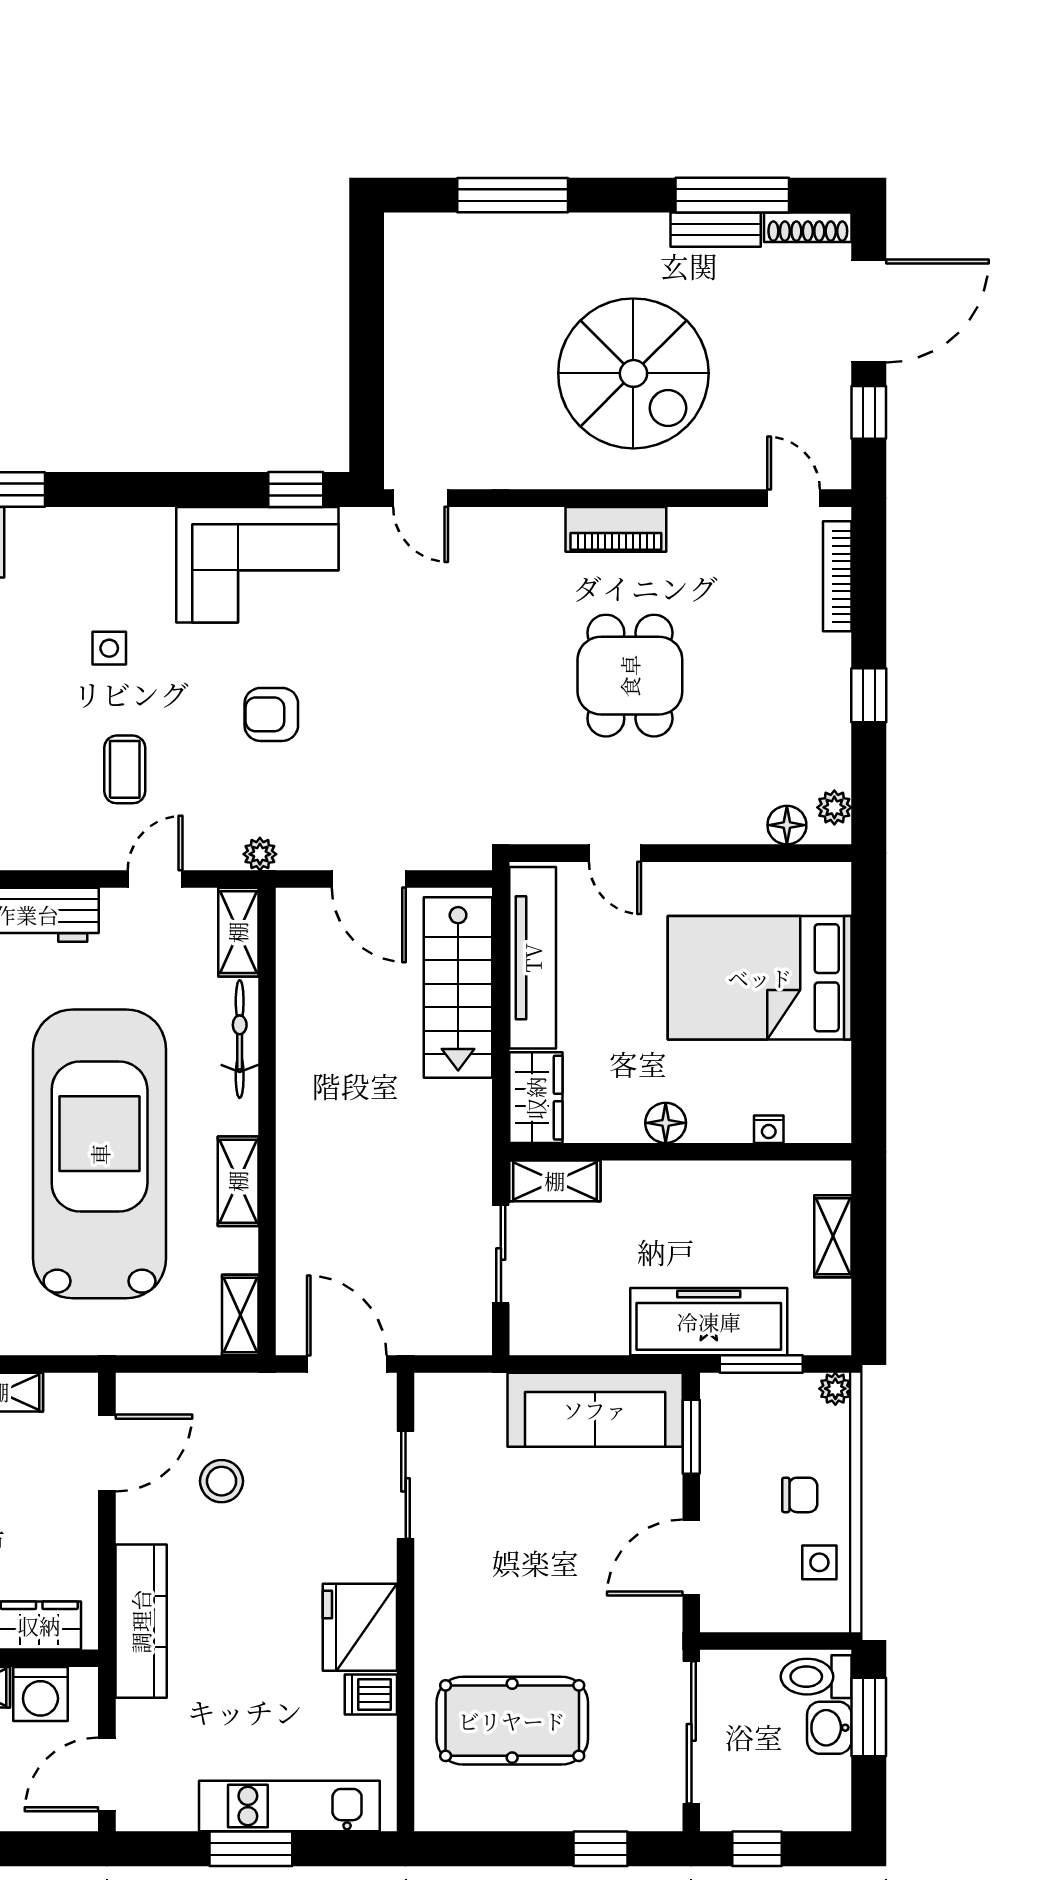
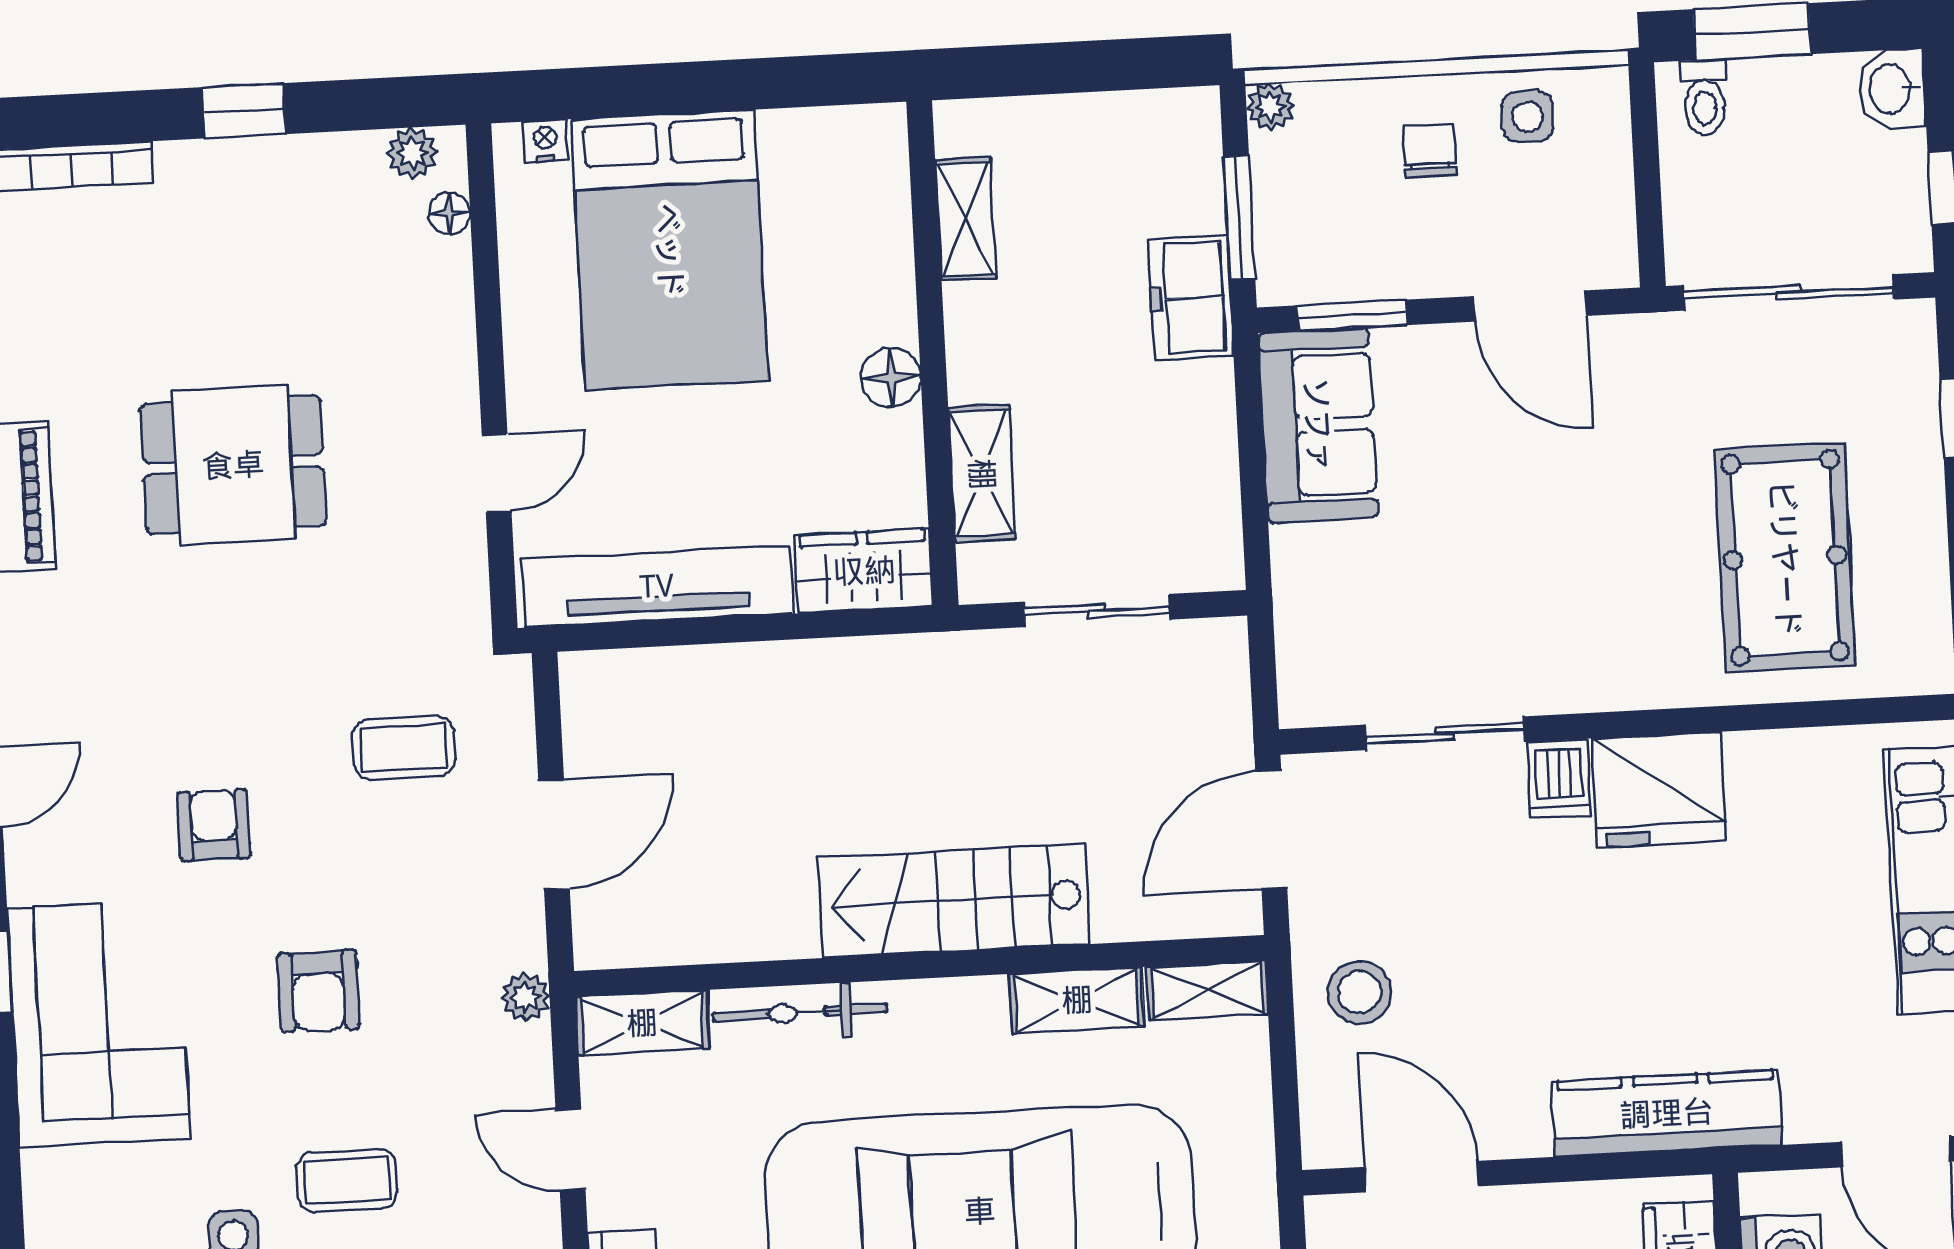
armchair: (387, 650) -> (214, 825), added
coffee table: (125, 769) -> (347, 1180), moved
coffee table: (433, 781) -> (404, 748), added
floor lamp: (787, 825) -> (449, 213), width x0.73, depth x0.73
stairs: (458, 987) -> (954, 901), moved, turned 180
nightstand: (769, 1129) -> (545, 141), moved, turned -90
shelving: (238, 1181) -> (1077, 1000), moved
shelving: (555, 1181) -> (982, 474), moved
shelving: (833, 1236) -> (966, 219), moved, turned 90
freezer: (709, 1322) -> (1191, 298), width x0.52, depth x0.79
sofa: (595, 1410) -> (1318, 425), width x0.73
stool: (222, 1481) -> (1359, 992), moved
toilet: (816, 1677) -> (1704, 98), width x0.73, depth x0.72
dishwasher: (371, 1694) -> (1559, 779), moved
washbasin: (829, 1728) -> (1892, 89), moved, turned 90

